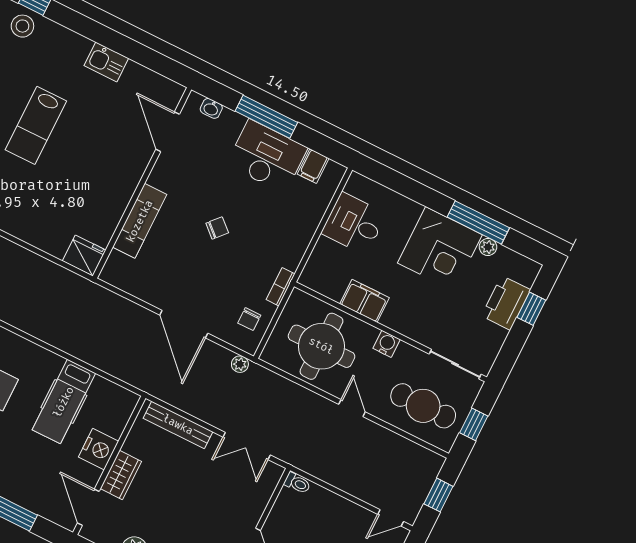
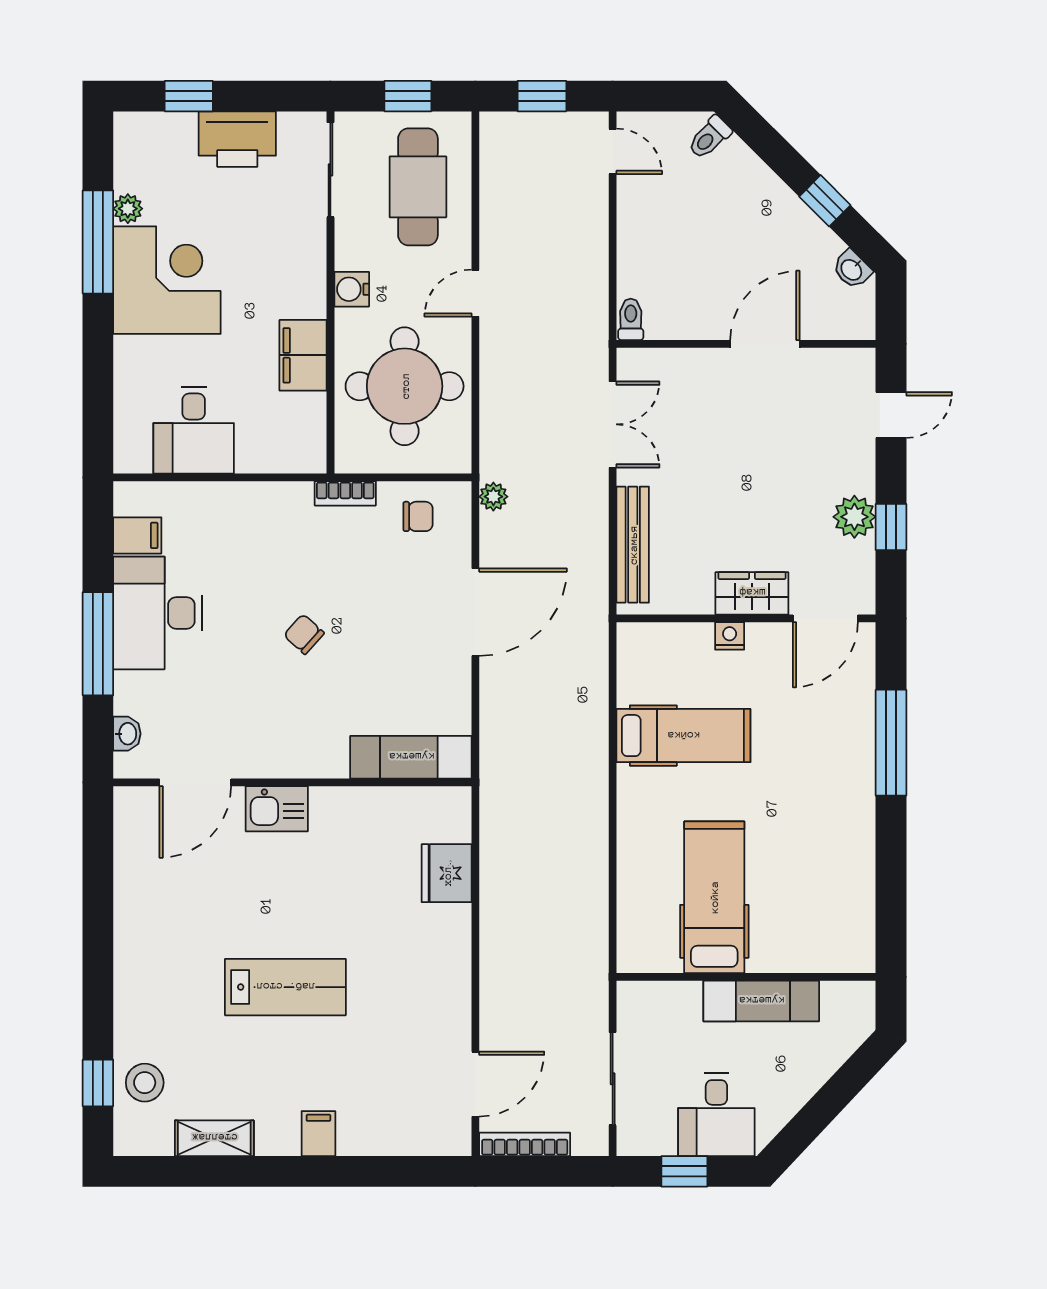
kitchen sink: (106, 62) -> (277, 809), moved, turned 90
exam couch: (140, 221) -> (411, 757), moved
fridge: (84, 256) -> (447, 873), moved
printer: (506, 303) -> (237, 139), moved
nightstand: (99, 449) -> (730, 636), width x0.53, depth x0.56

